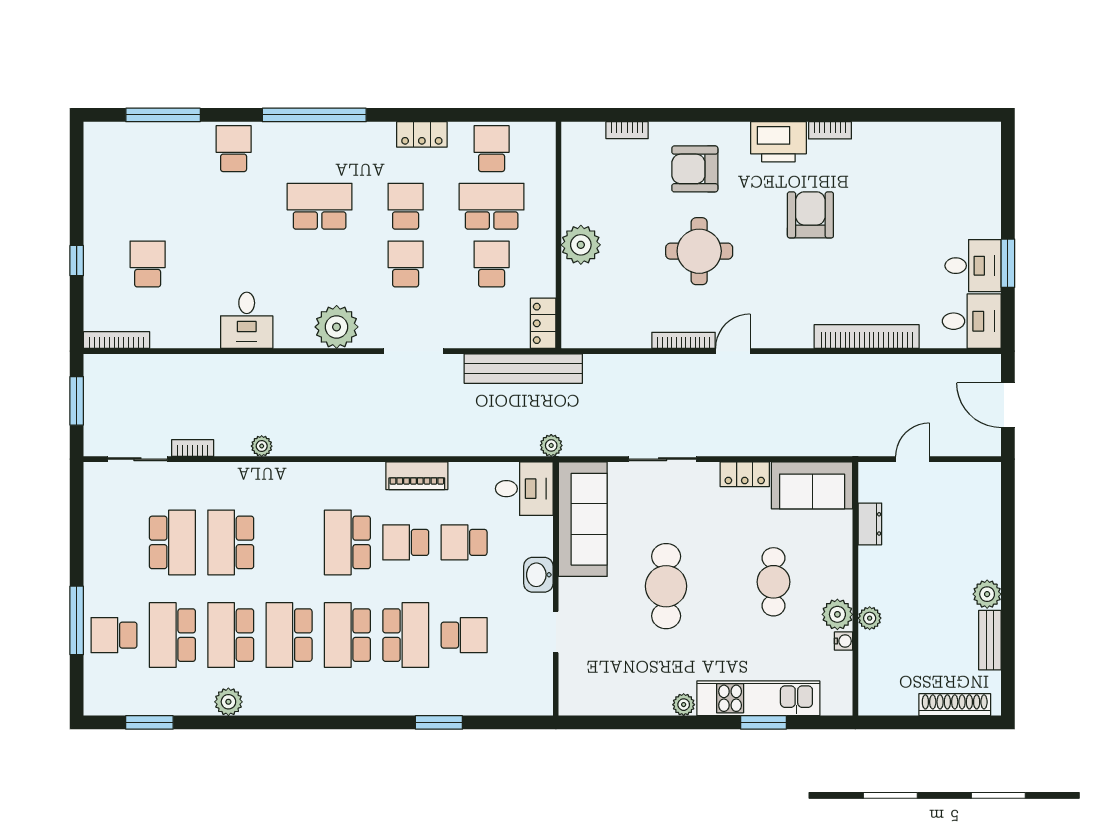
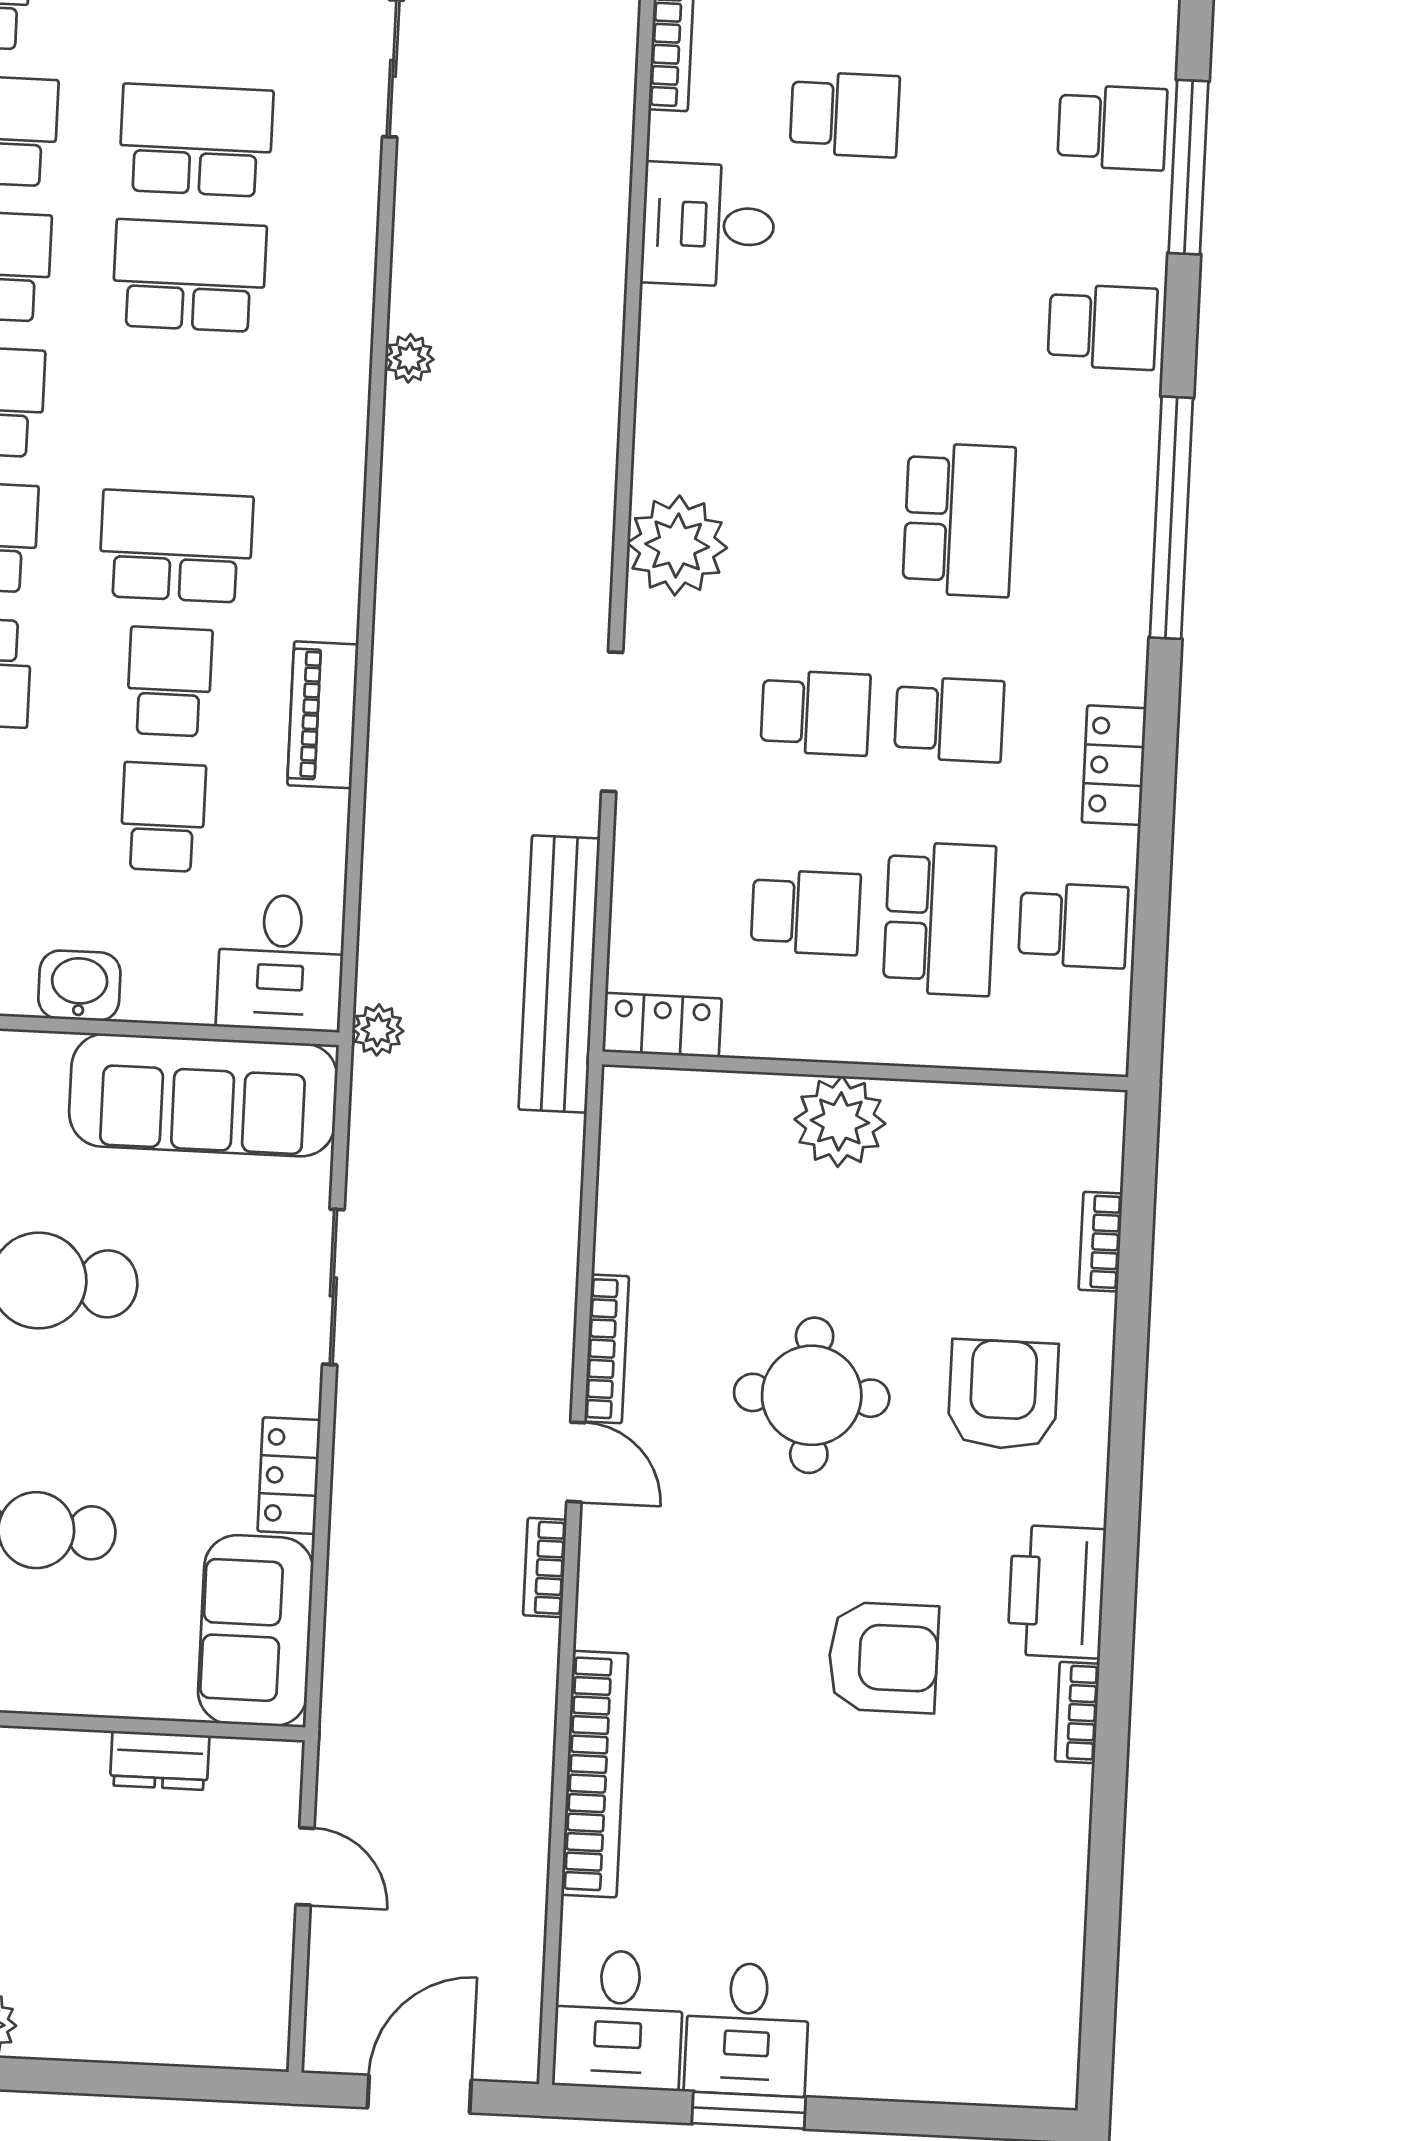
school desk: (148, 149) -> (1112, 127), added
desk: (247, 320) -> (708, 225), moved
bookcase: (193, 448) -> (545, 1568), moved, turned 180
school desk: (172, 542) -> (196, 140), turned 180

